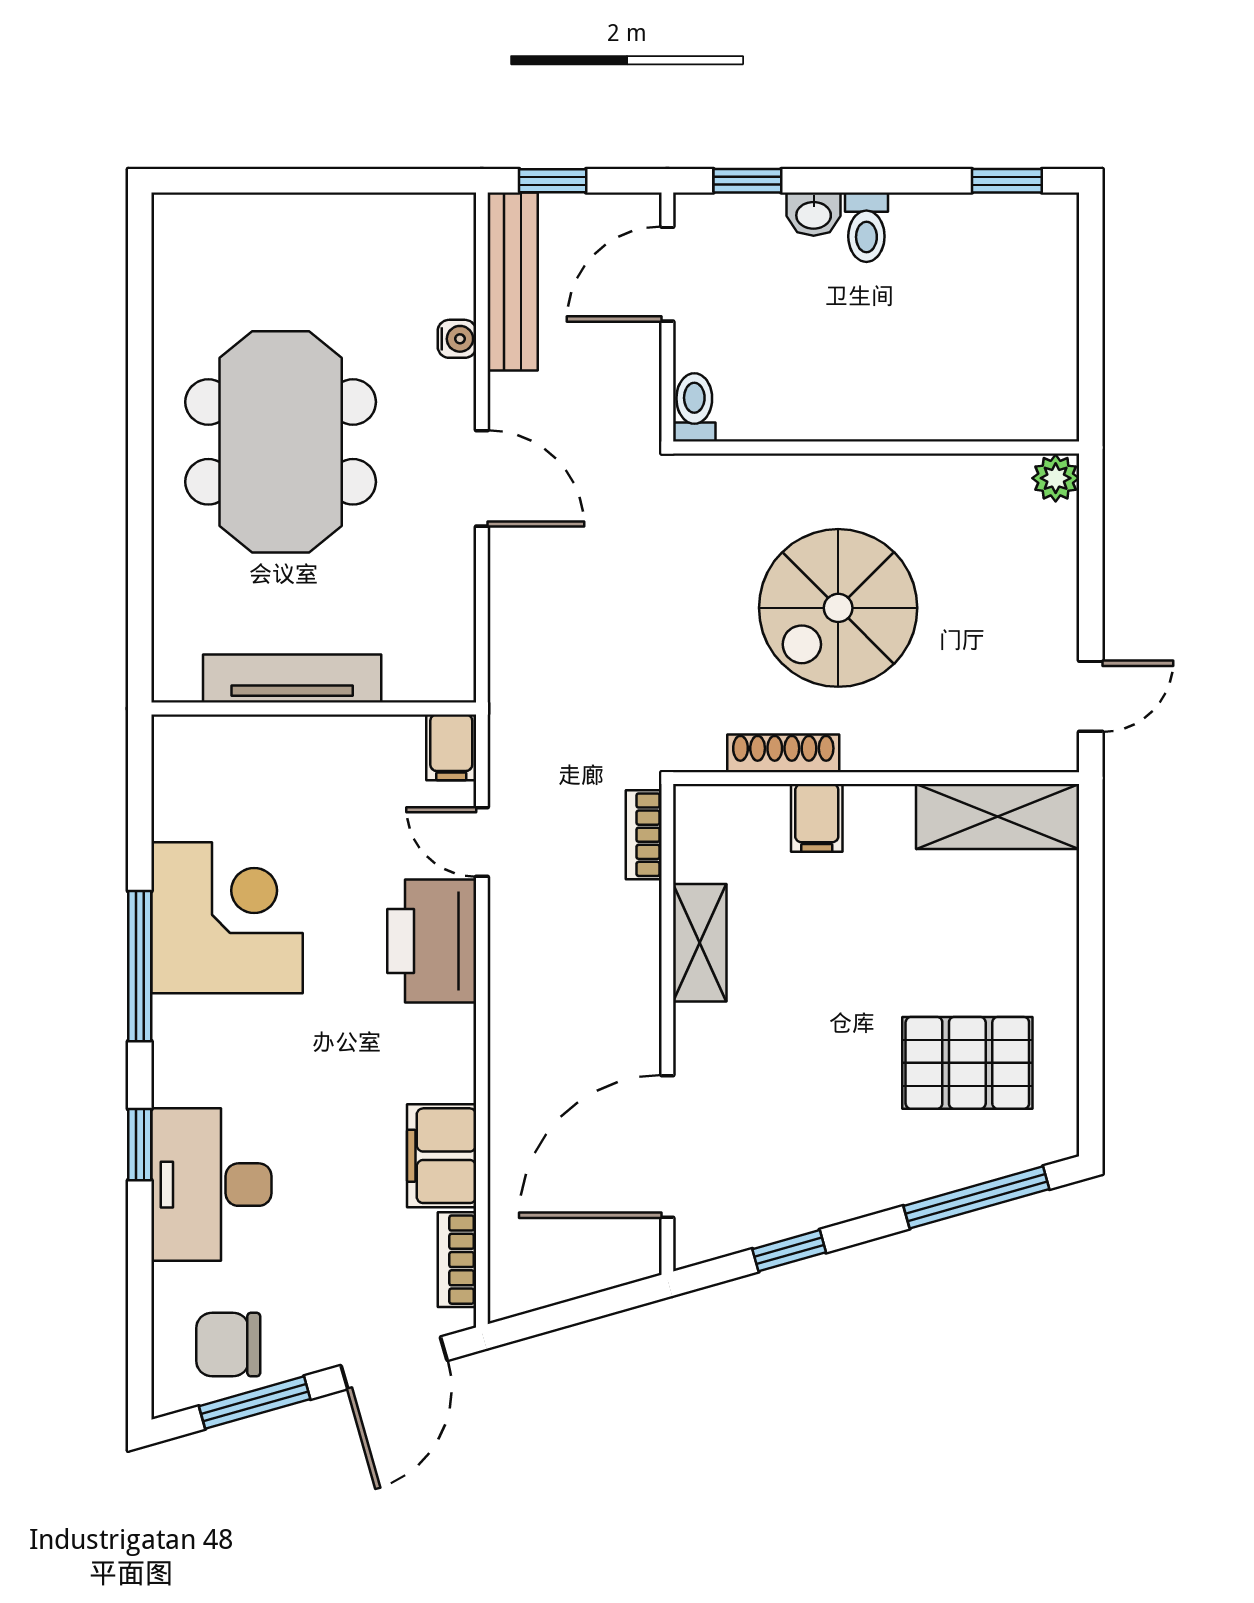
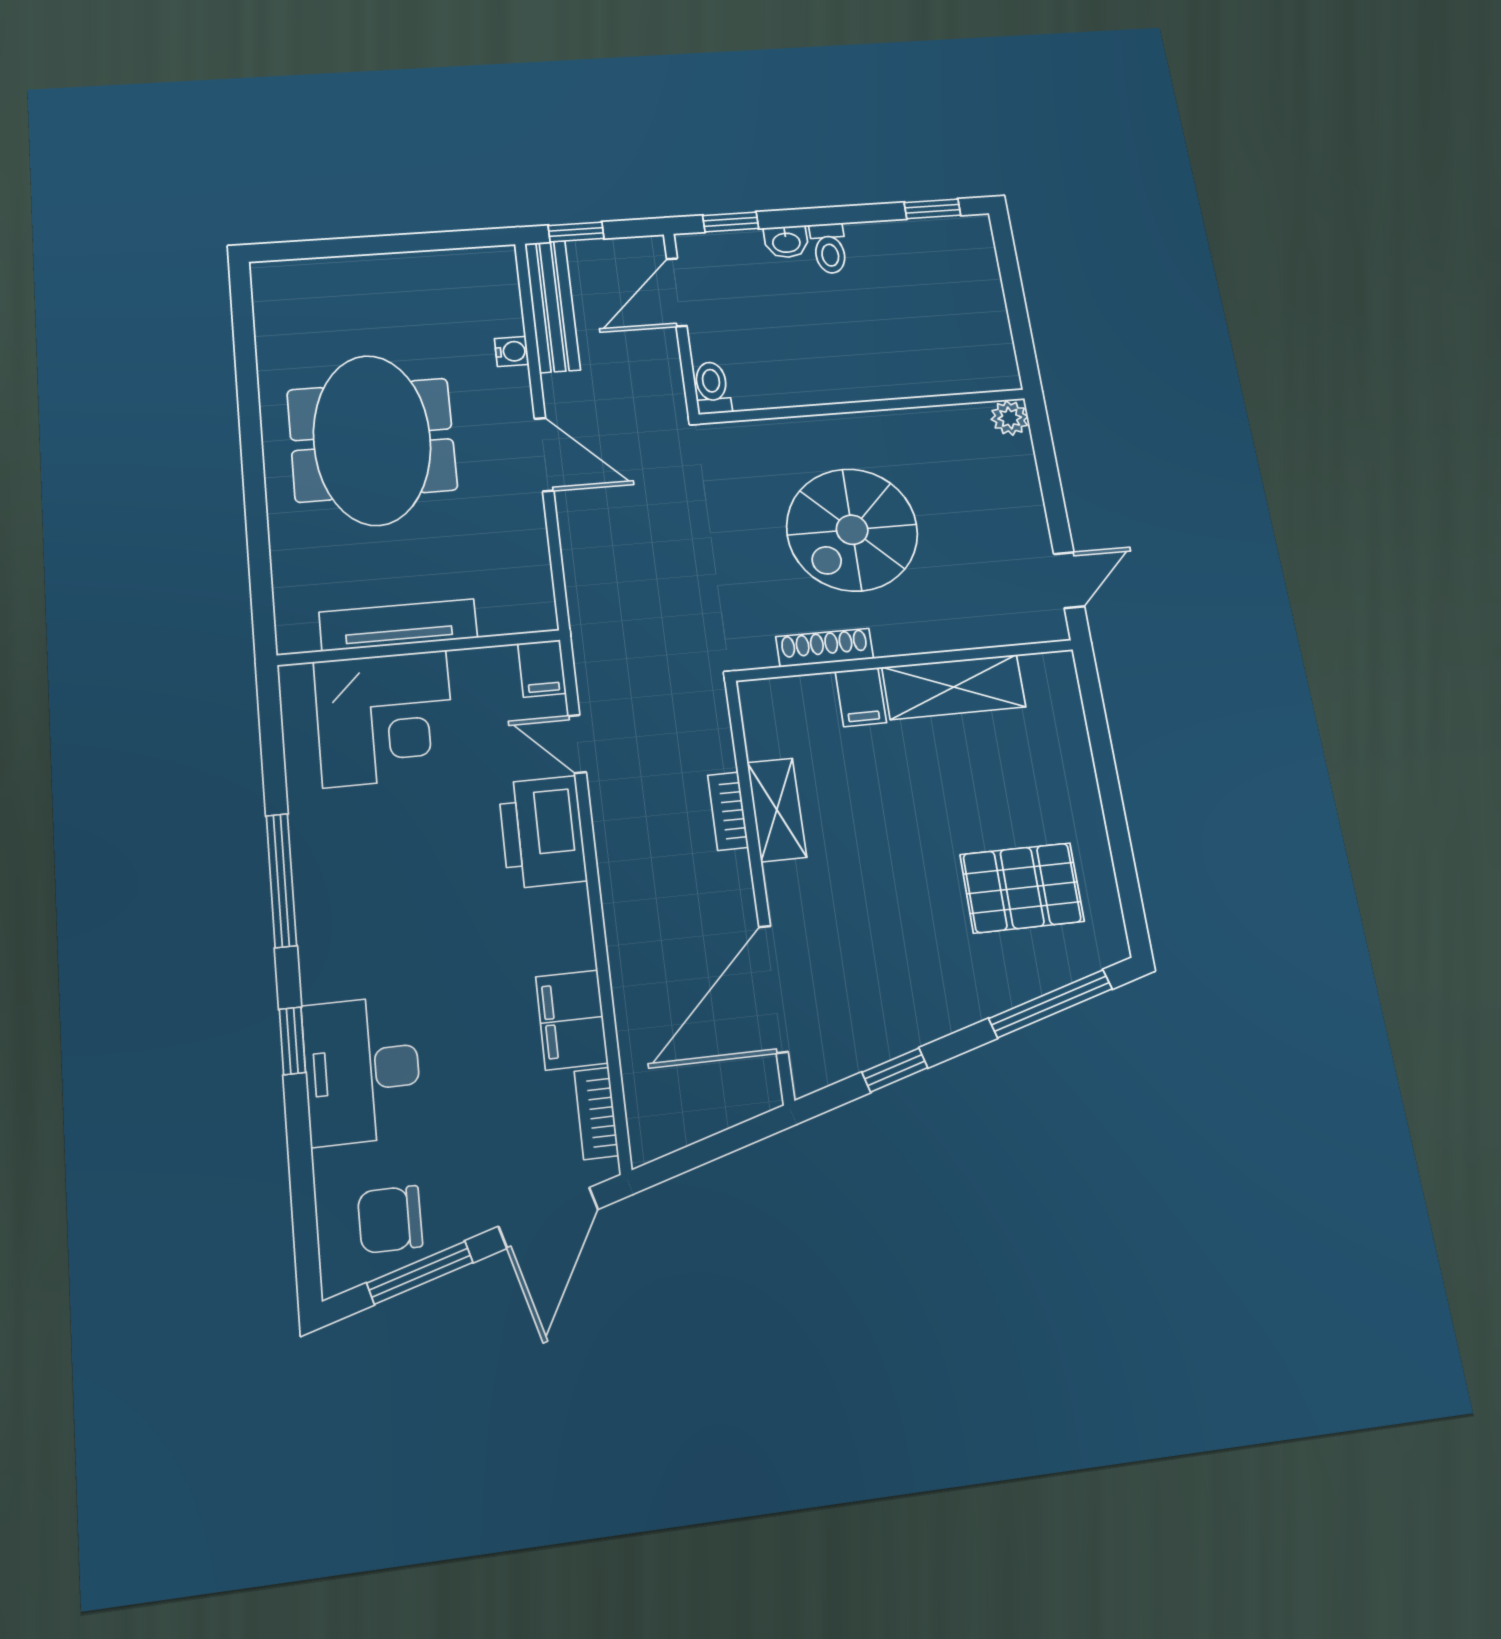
shelving: (998, 816) -> (954, 687), moved
bookcase: (644, 835) -> (728, 811), moved
corner desk: (227, 918) -> (385, 718), moved, turned 90

